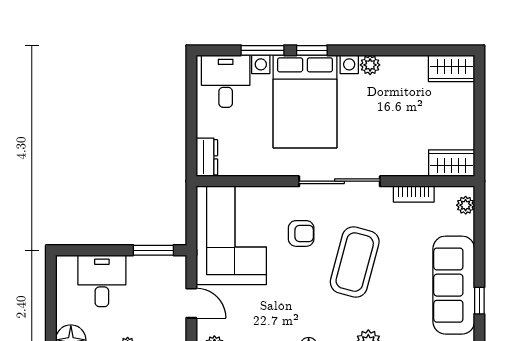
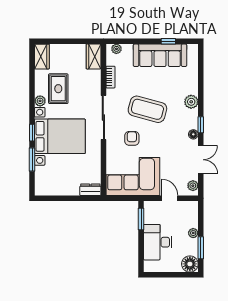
desk: (226, 81) -> (49, 180), removed
rug: (392, 98) -> (58, 89), added
desk: (102, 281) -> (158, 242), width x1.37
door: (191, 303) -> (170, 198), hinge flipped

